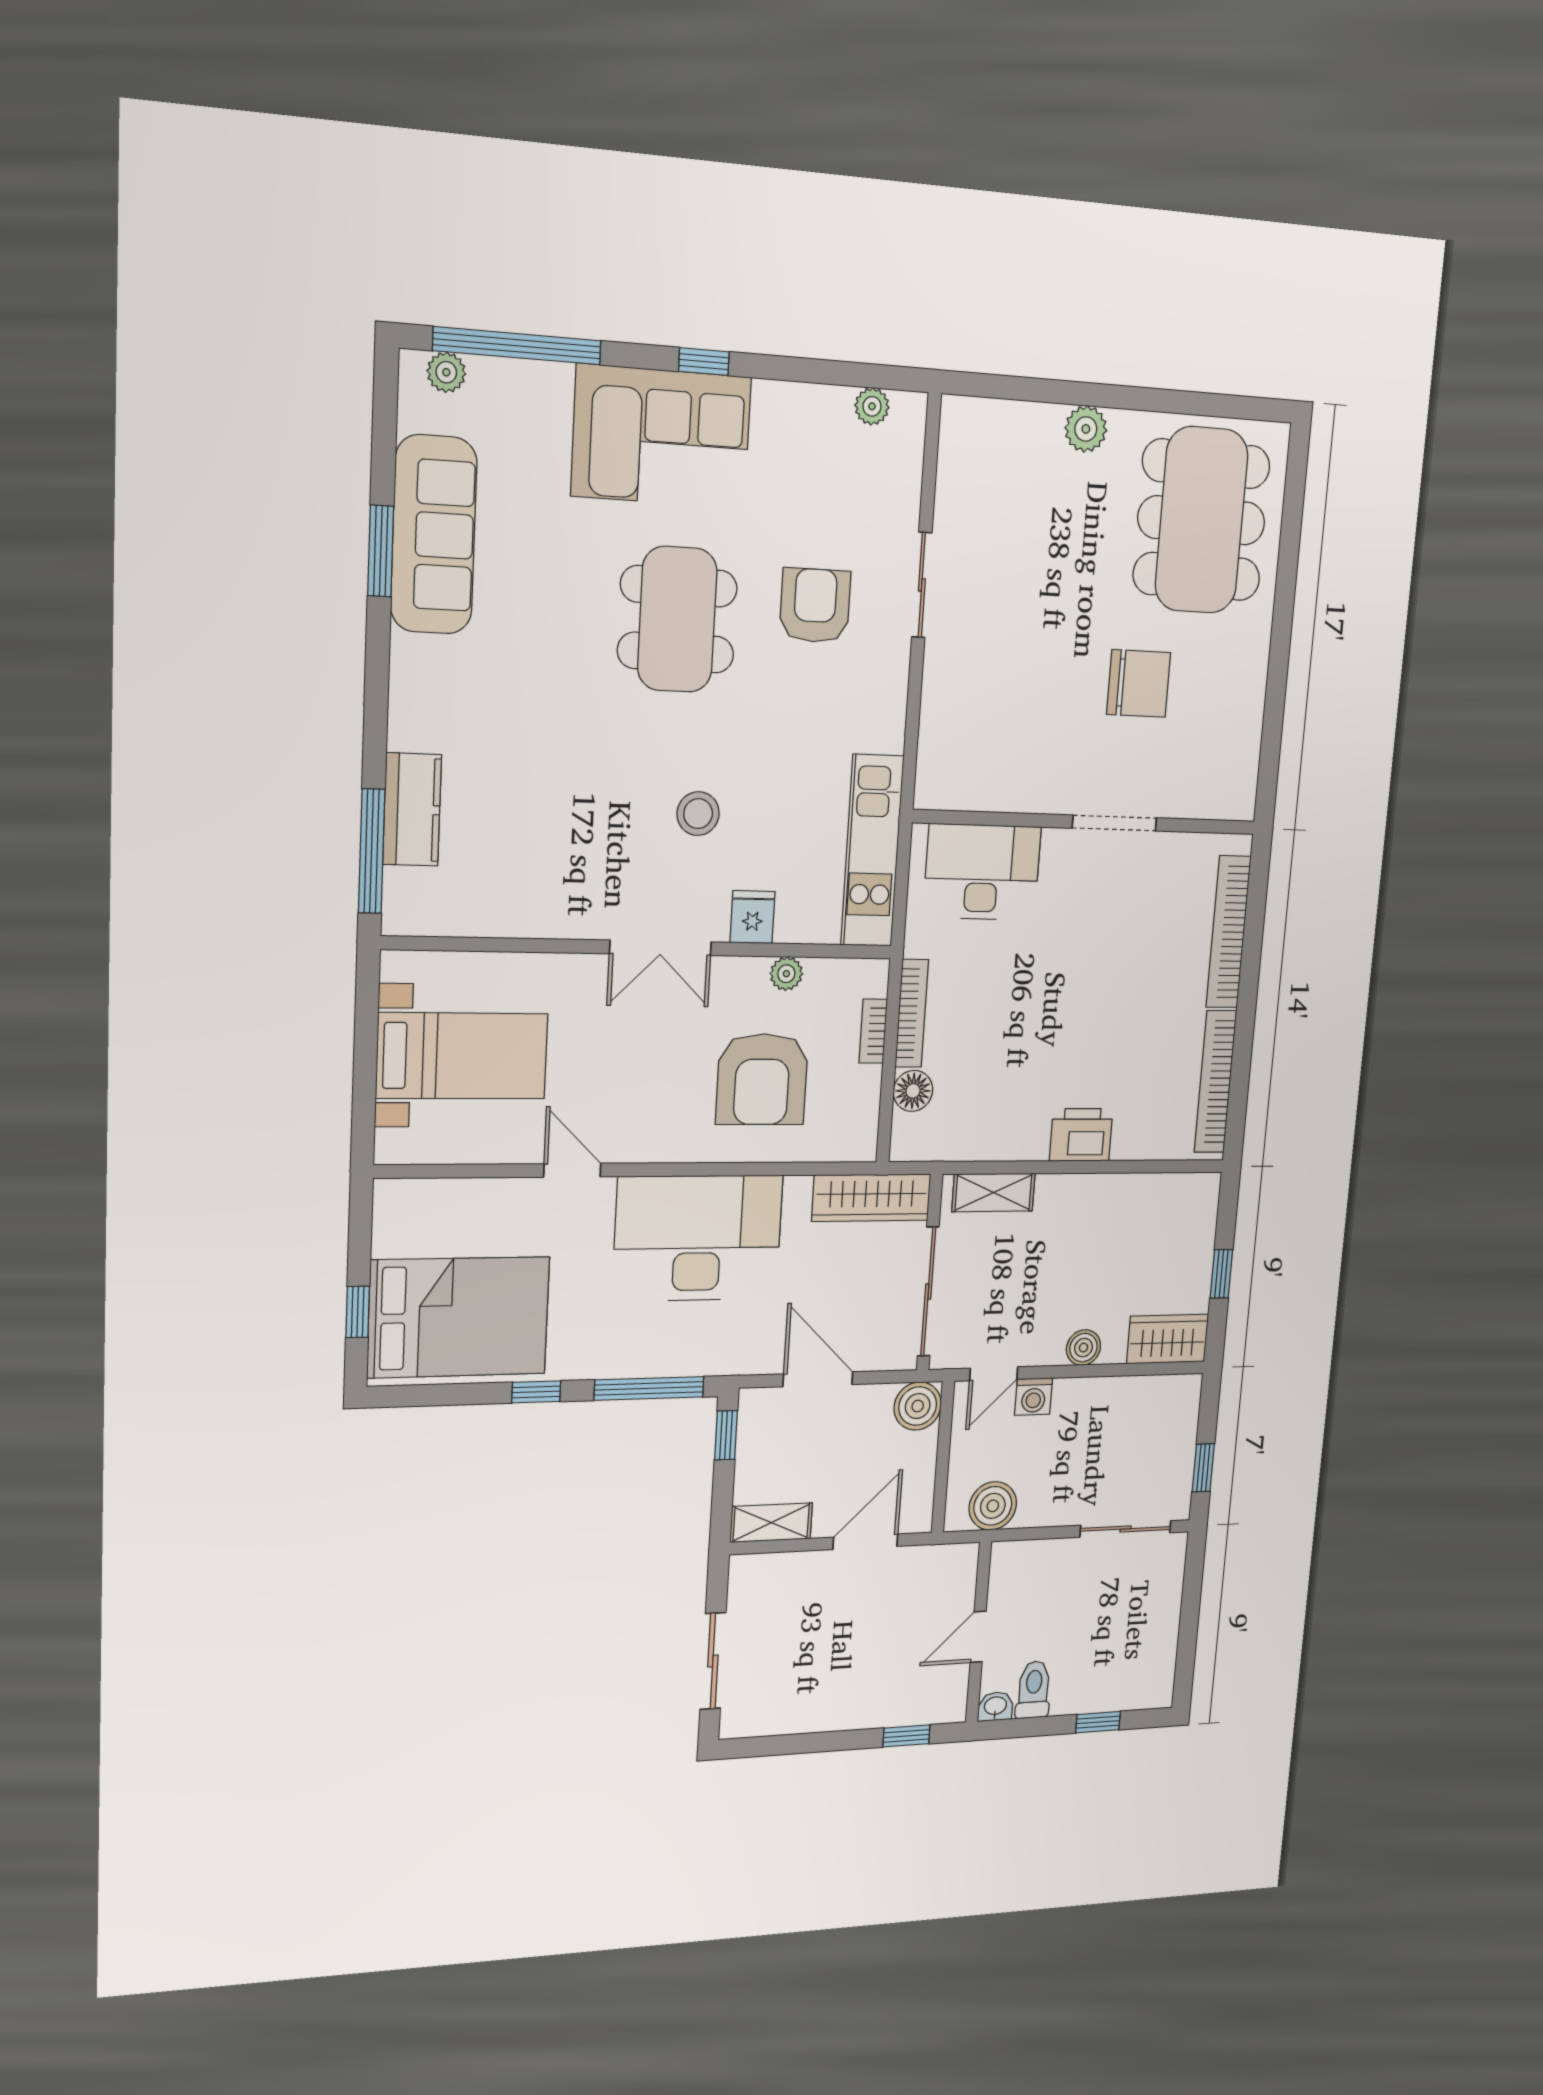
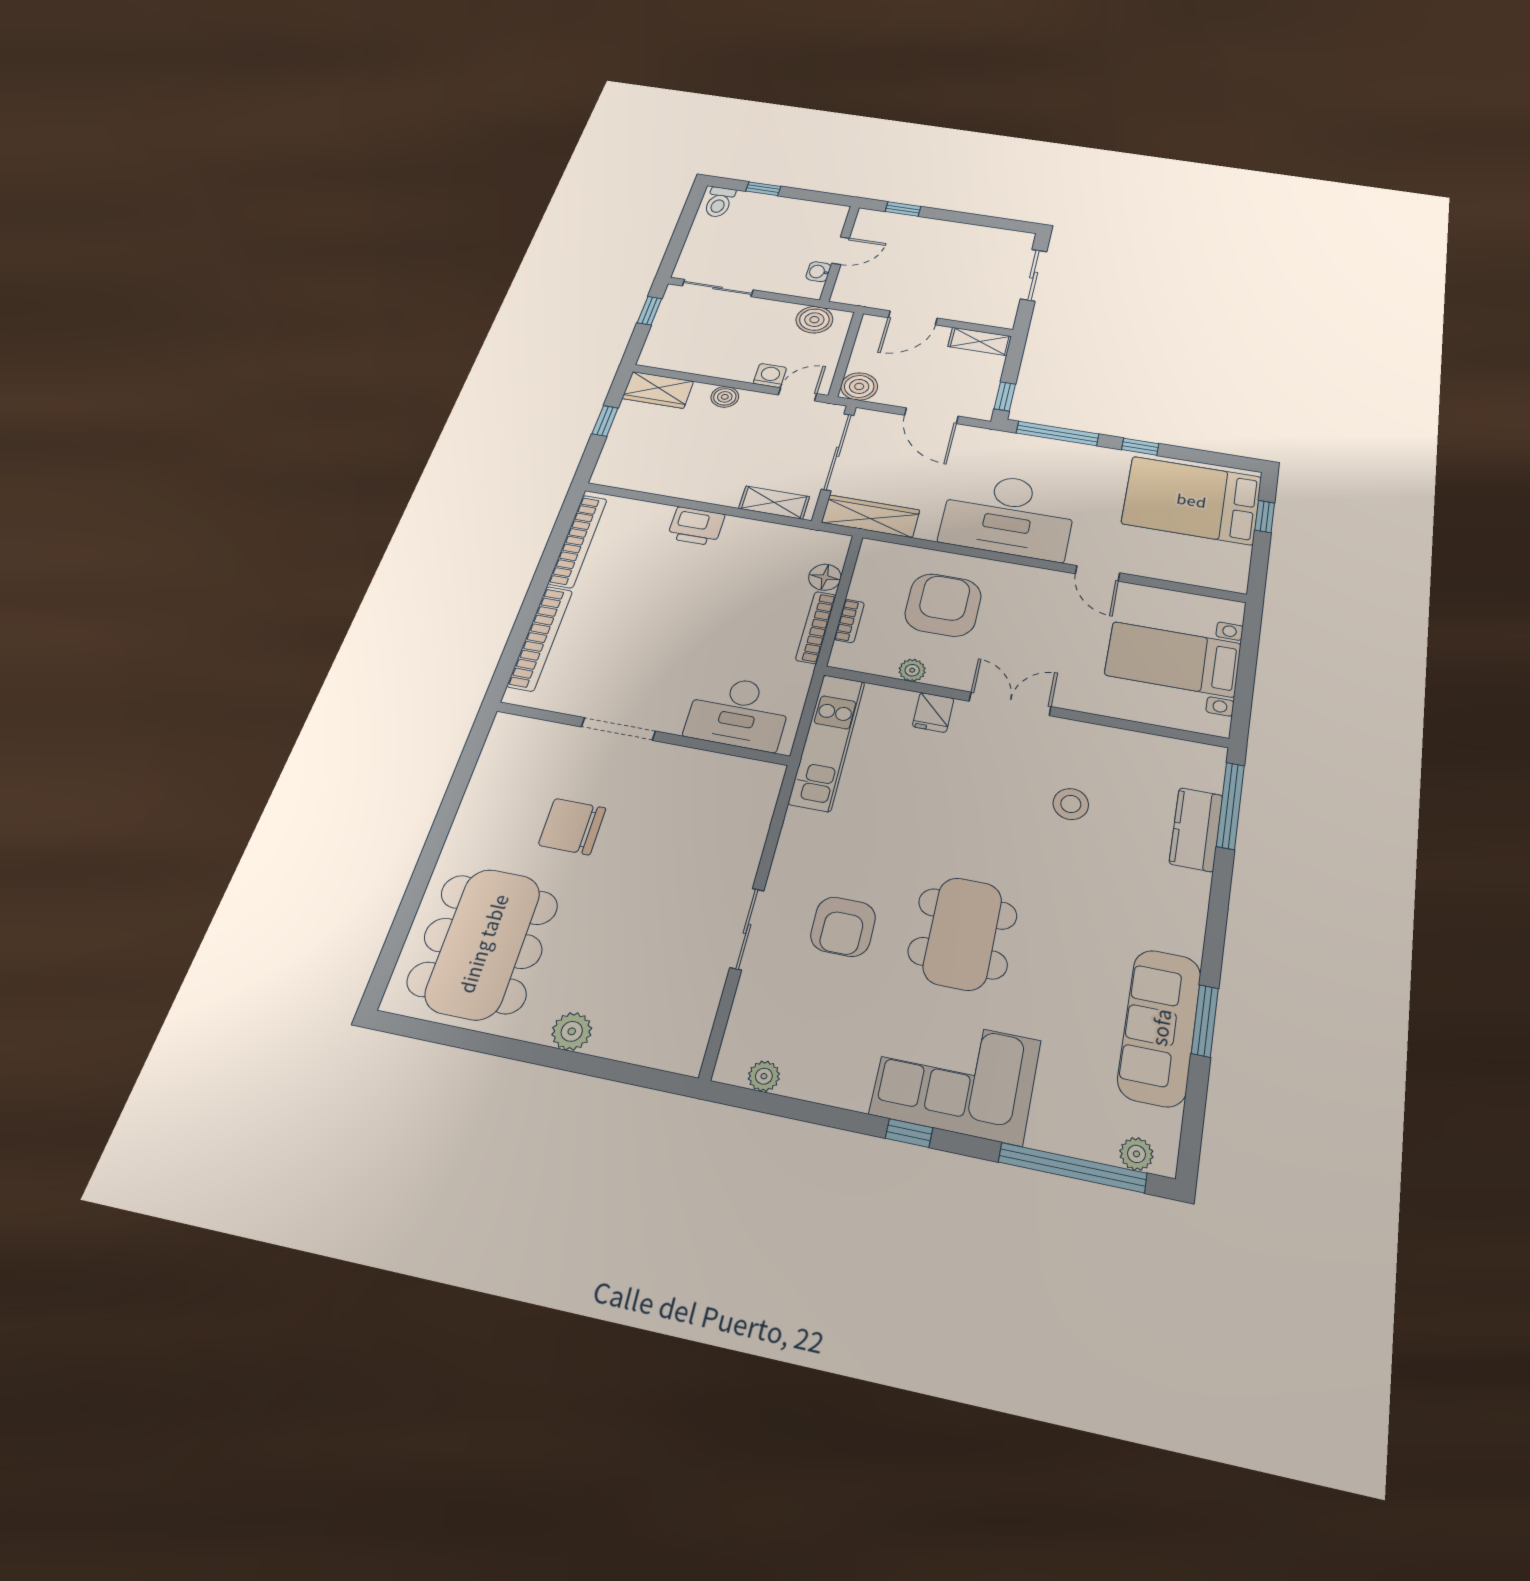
stool: (698, 814) -> (1071, 804), moved
toilet: (1034, 1690) -> (719, 202), moved
washbasin: (995, 1706) -> (818, 272), moved, turned 90

